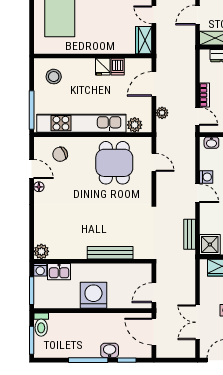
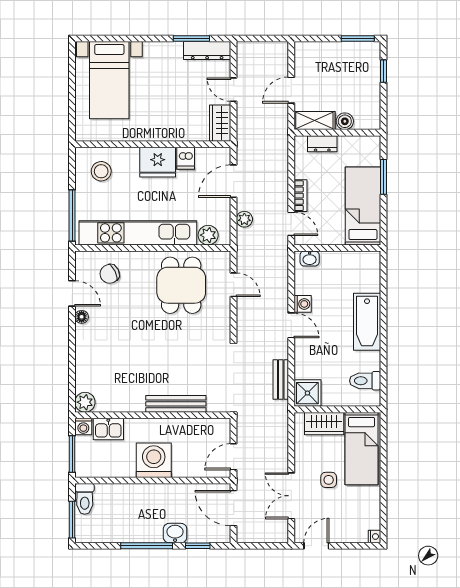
fridge: (103, 67) -> (158, 162), width x1.88, depth x1.34

